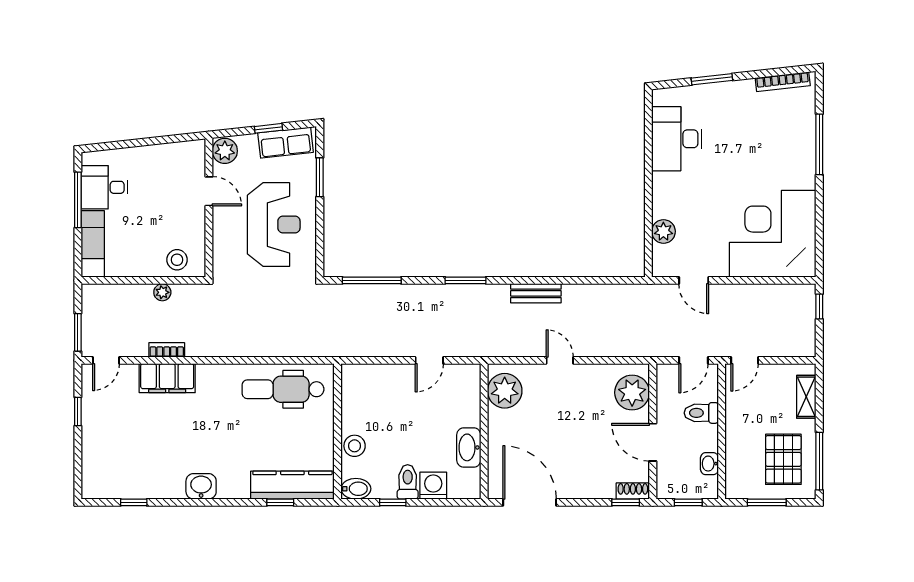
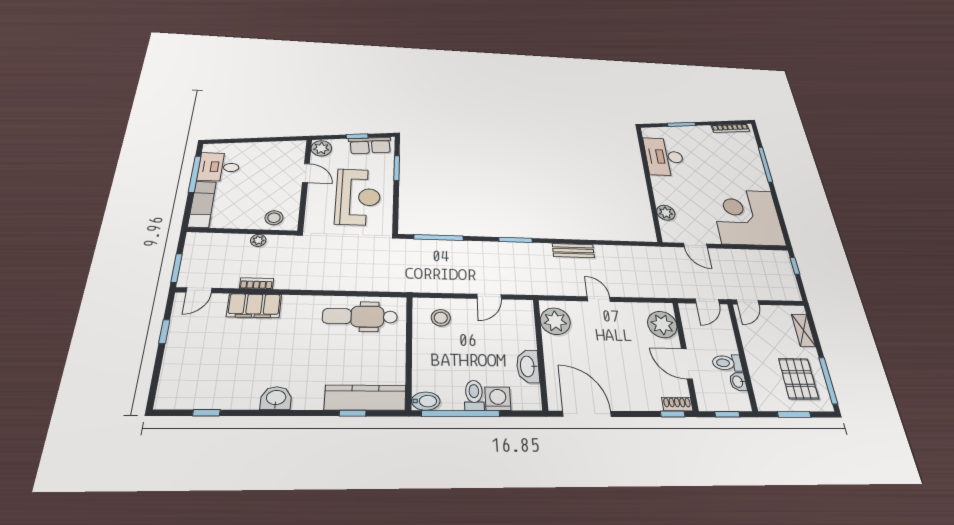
toilet: (701, 413) -> (727, 363), moved
stool: (355, 446) -> (441, 318), moved
window: (393, 502) -> (461, 413), width x3.17

